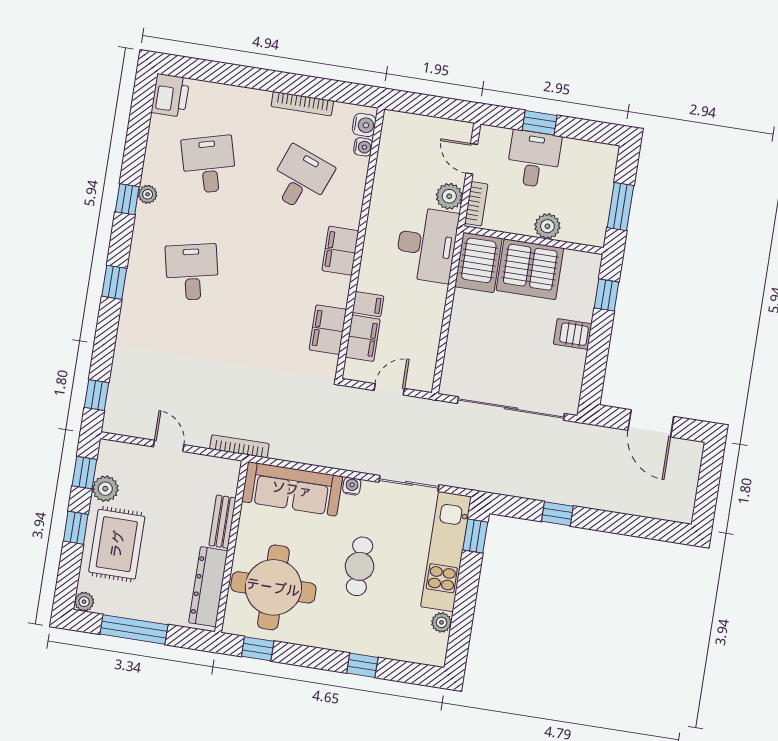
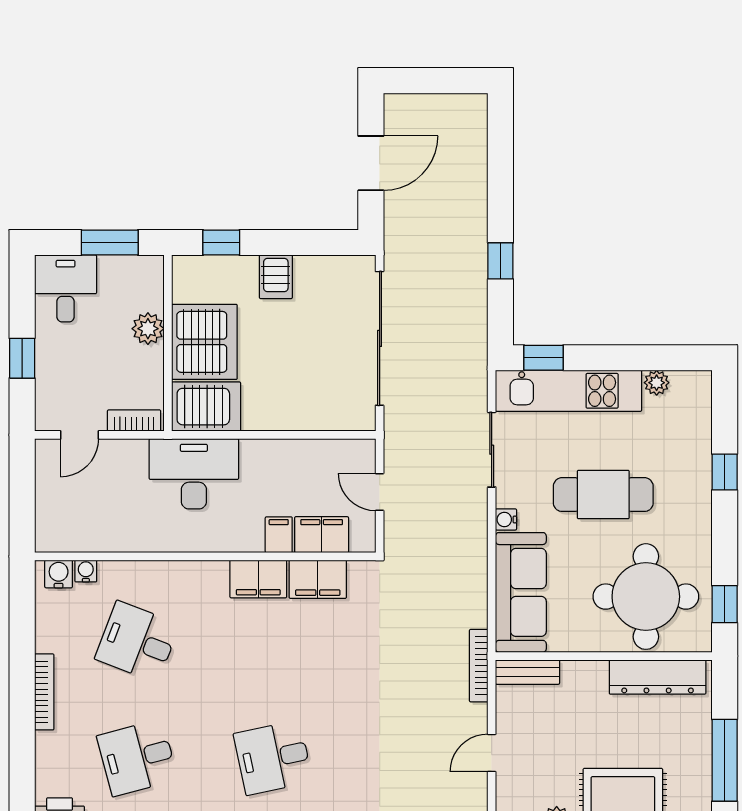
bookcase: (302, 104) -> (44, 692), moved
desk: (534, 159) -> (66, 288), moved, turned 90
plant: (449, 196) -> (130, 455), removed
filing cabinet: (340, 251) -> (258, 579), moved
bench: (222, 522) -> (527, 672), moved
cafe table: (360, 566) -> (603, 495), width x1.37, depth x1.35

